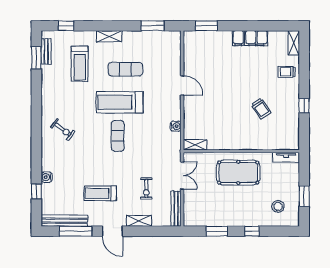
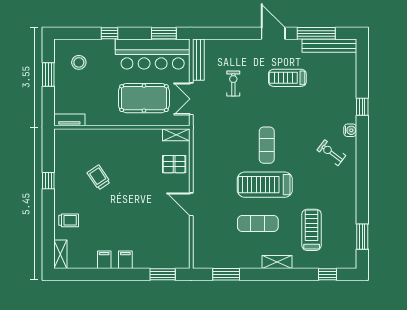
filing cabinet: (256, 38) -> (104, 260), width x0.50
bench: (46, 51) -> (351, 244), removed
treadmill: (120, 102) -> (265, 185), turned 180
pallet: (197, 120) -> (174, 164), added
water cooler: (176, 126) -> (199, 157), removed
pool table: (238, 173) -> (144, 98), moved
water cooler: (47, 177) -> (350, 130), moved
window: (36, 191) -> (362, 107), moved
treadmill: (100, 193) -> (287, 78), turned 180
bar counter: (215, 214) -> (153, 54), added
shelving: (139, 221) -> (242, 45), removed
window: (217, 231) -> (164, 33), moved

